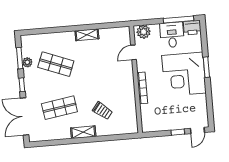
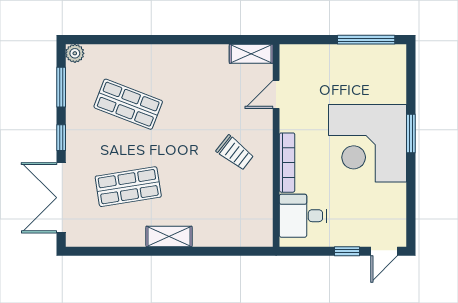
printer: (192, 28) -> (390, 57), removed
plant: (144, 32) -> (298, 57), removed
shelving: (87, 35) -> (251, 54), moved
desk: (172, 35) -> (303, 216), moved, turned -90
plant: (27, 62) -> (75, 53), moved
trolley: (102, 111) -> (235, 153), moved

